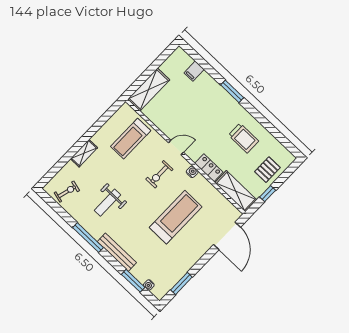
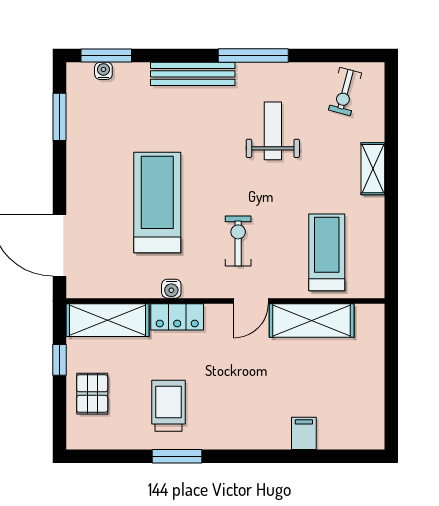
filing cabinet: (194, 71) -> (304, 433), moved
shelving: (149, 90) -> (312, 320), moved, turned 90
window: (232, 91) -> (177, 456), moved
trolley: (244, 138) -> (168, 406), turned 90
water cooler: (192, 172) -> (171, 289), moved
treadmill: (176, 217) -> (157, 203), turned 180
window: (133, 281) -> (106, 55), moved

